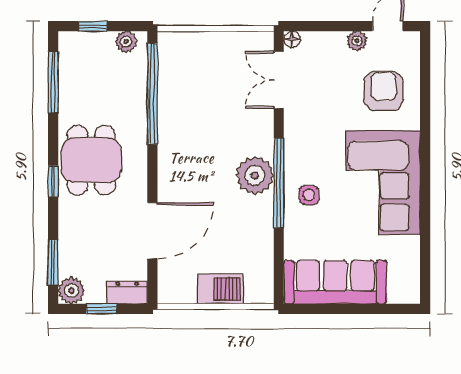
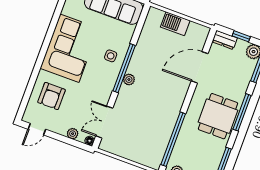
plant: (357, 41) -> (73, 134), moved
double door: (279, 80) -> (104, 122), swing flipped
plant: (255, 175) -> (129, 80), width x0.53, depth x0.53
window: (53, 181) -> (242, 112), width x2.17

